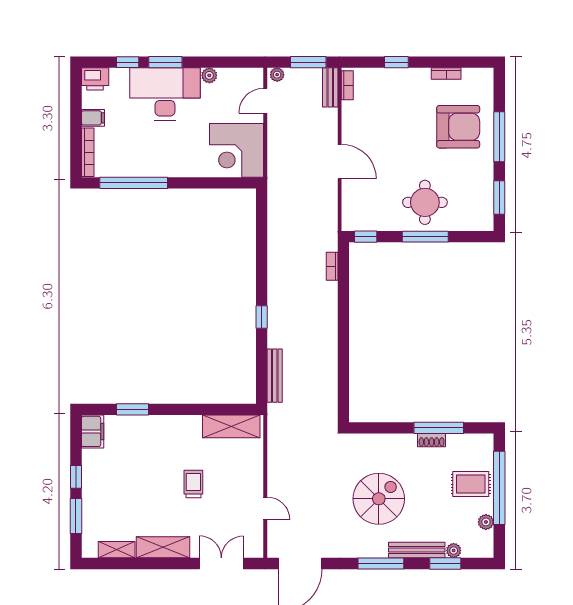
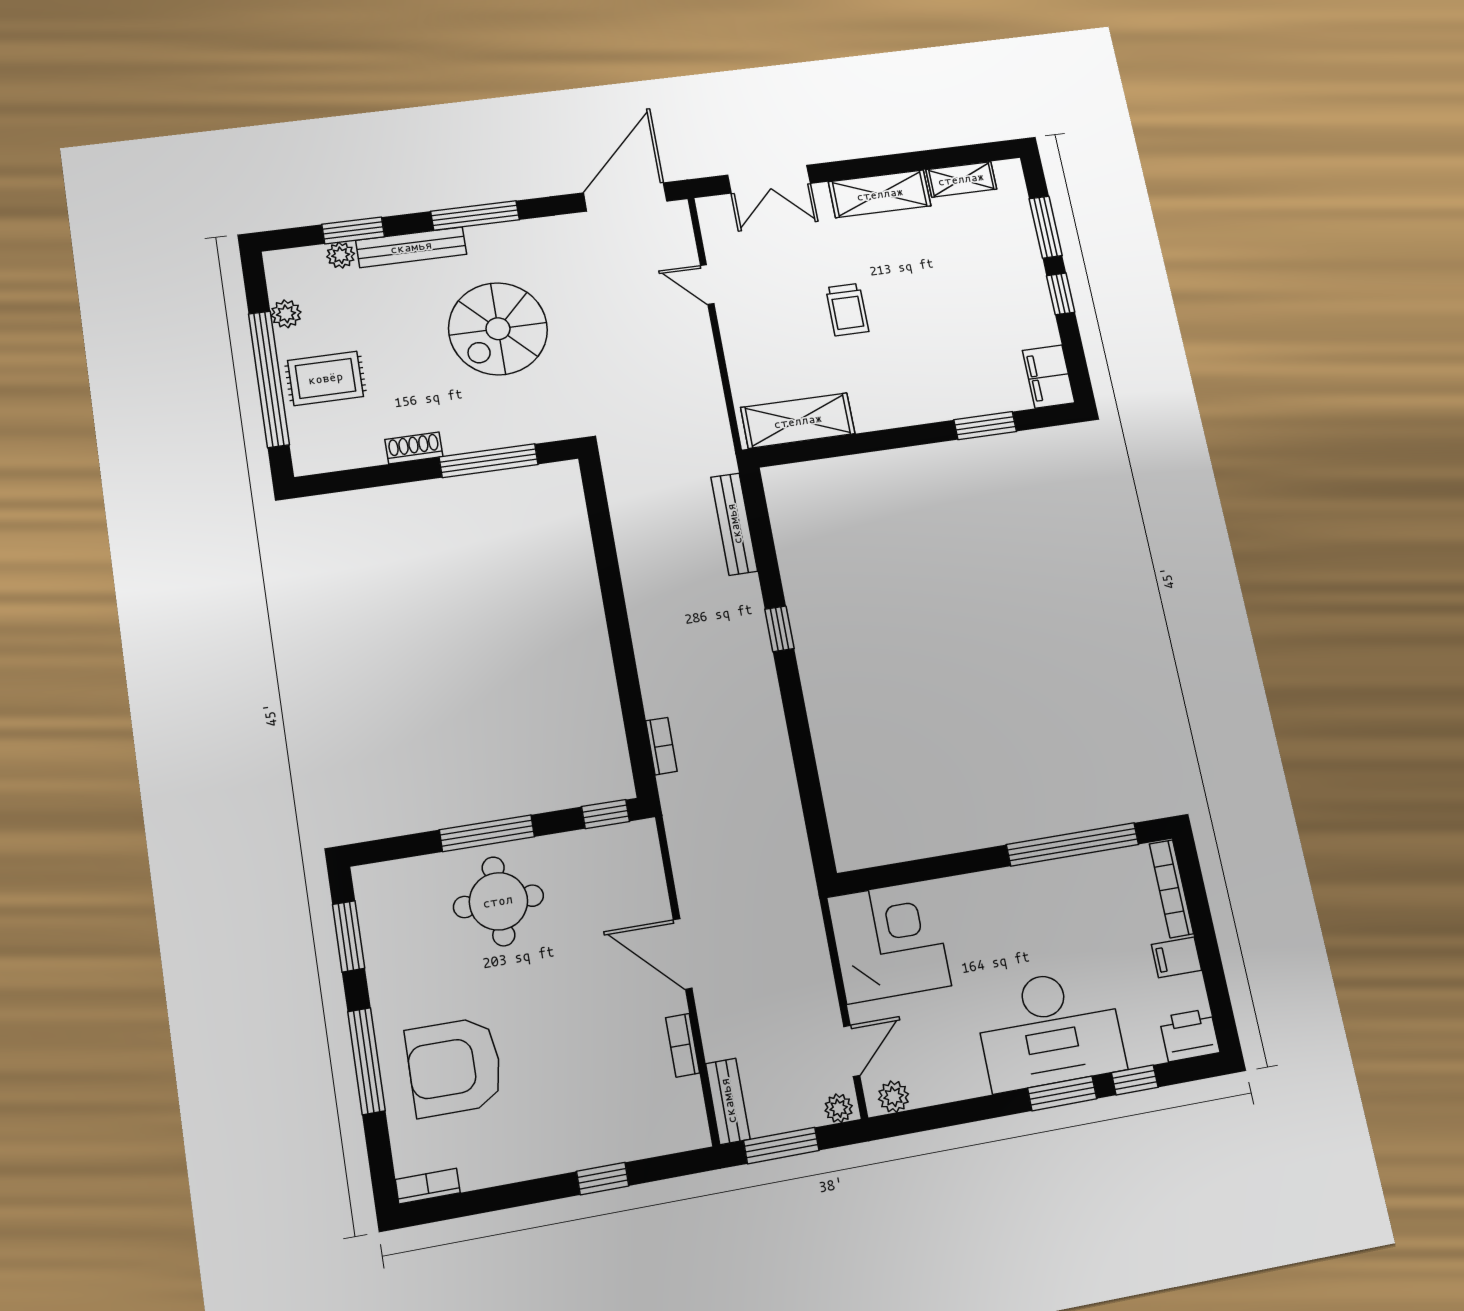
bookcase: (446, 74) -> (428, 1186), moved
plant: (209, 75) -> (894, 1097), moved
bookcase: (347, 85) -> (683, 1045), moved
window: (439, 428) -> (489, 461), moved

